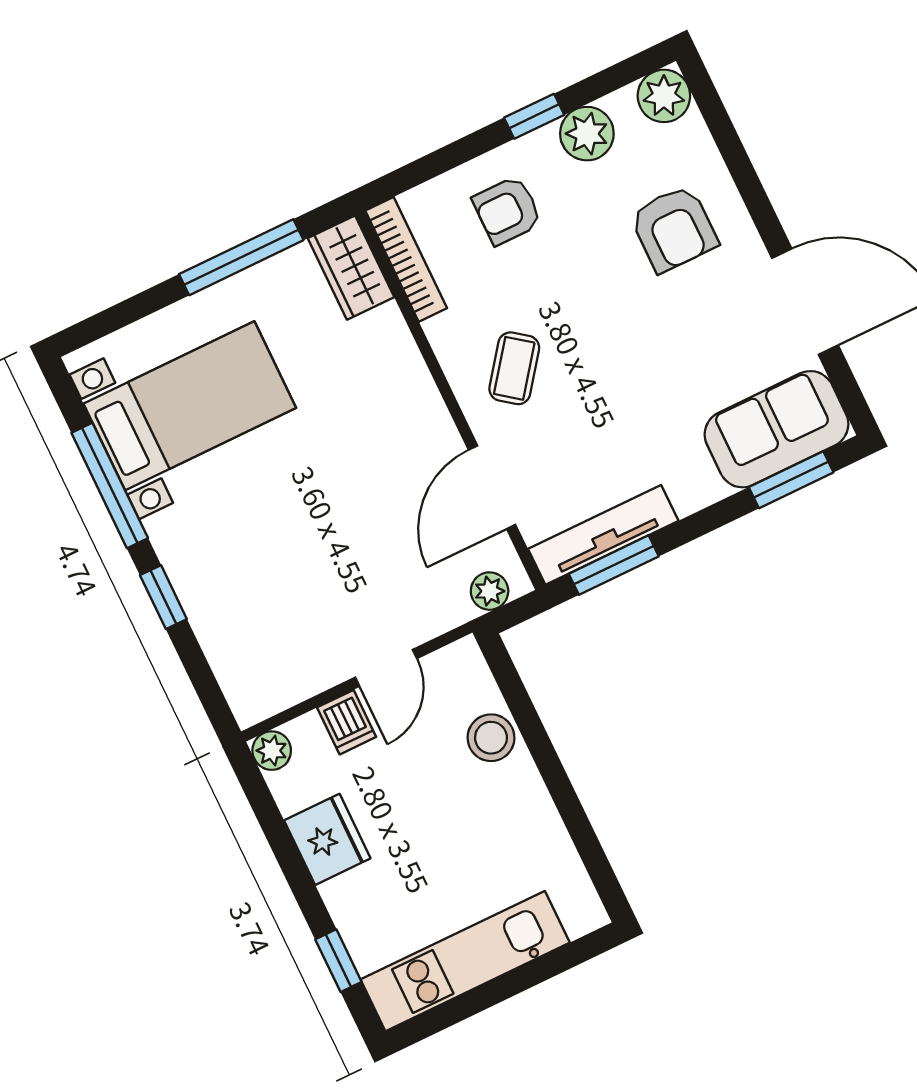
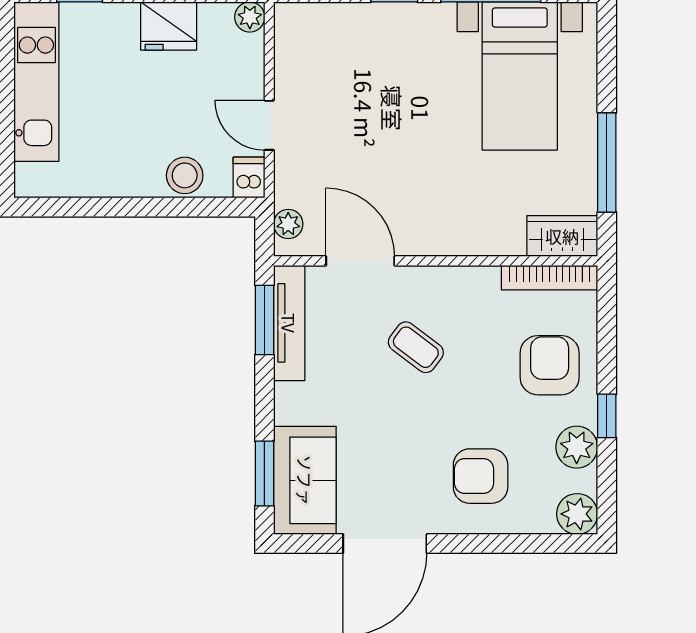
armchair: (507, 210) -> (550, 365), width x1.38, depth x1.38
coffee table: (514, 368) -> (416, 347), moved
dishwasher: (347, 722) -> (249, 178), moved, turned 90

